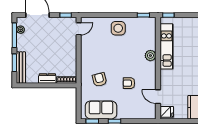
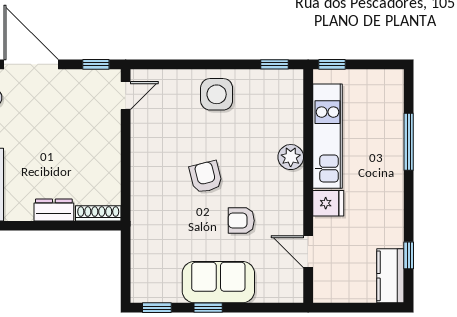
armchair: (99, 80) -> (206, 177), moved
sofa: (101, 110) -> (218, 282), moved
fridge: (167, 112) -> (328, 203), moved

